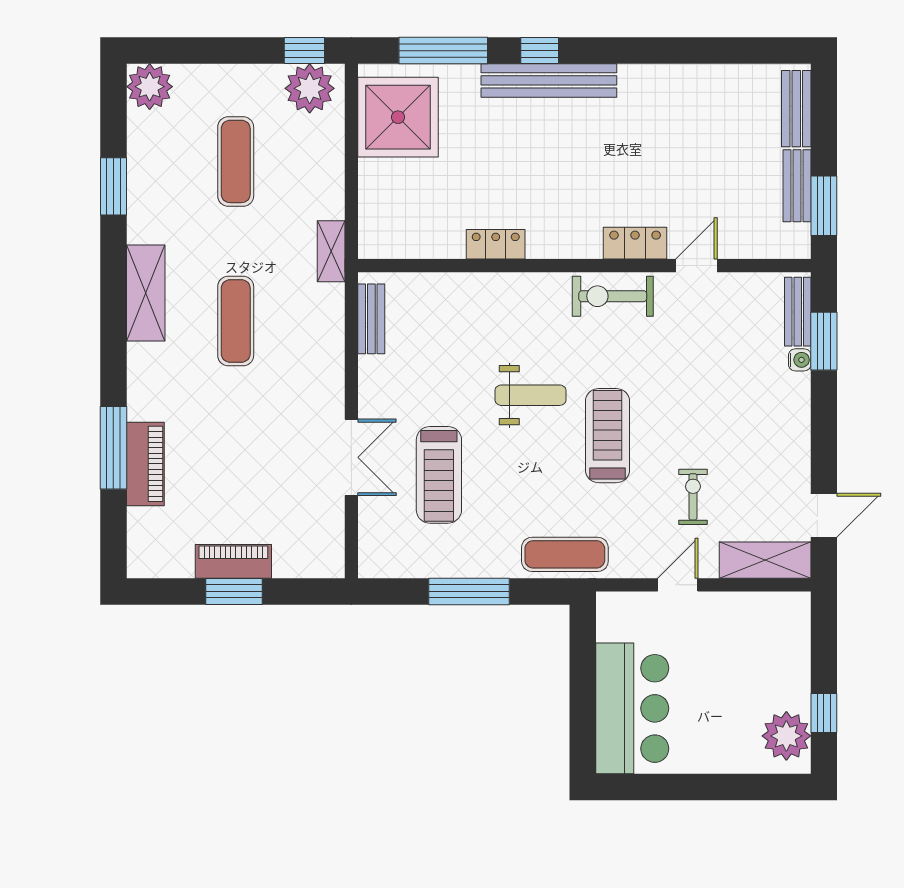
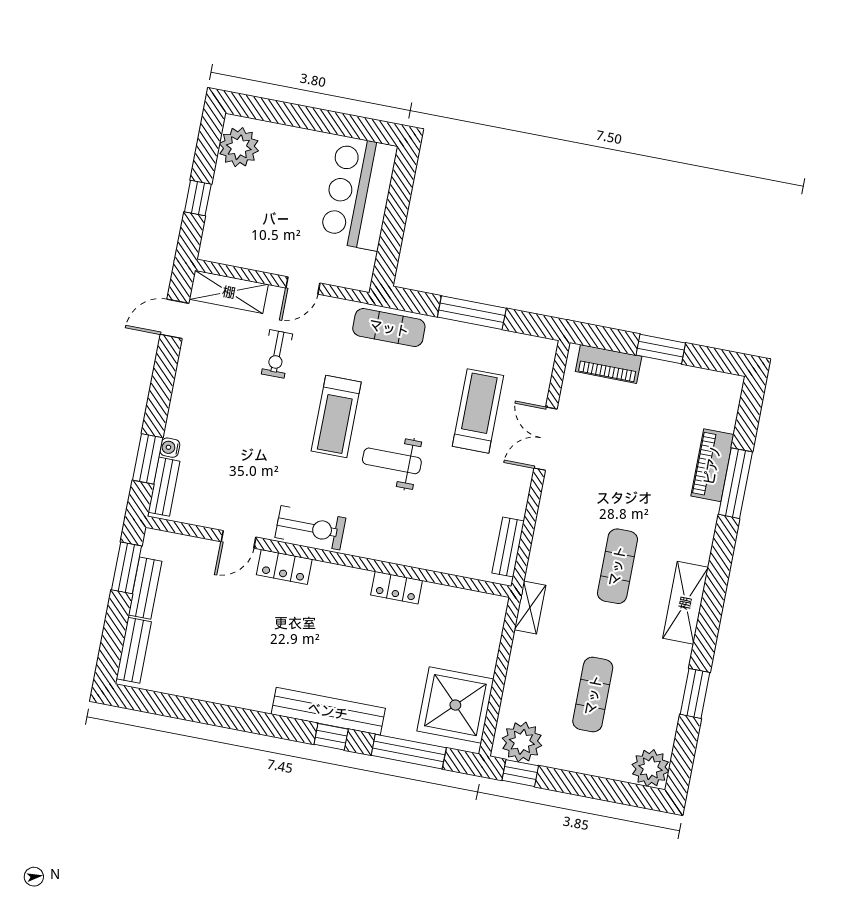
piano: (233, 561) -> (609, 364), moved
window: (824, 713) -> (198, 198), moved

